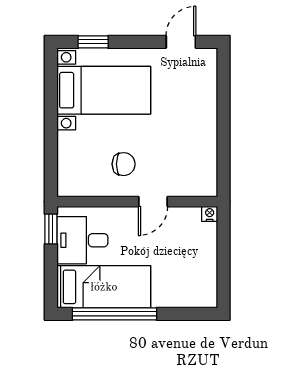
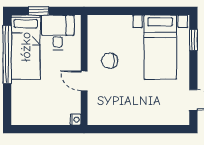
chair: (124, 164) -> (110, 61), turned 90
window: (51, 229) -> (38, 11), moved

